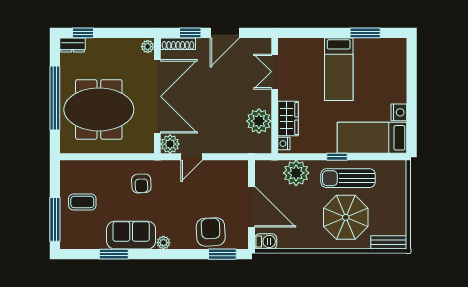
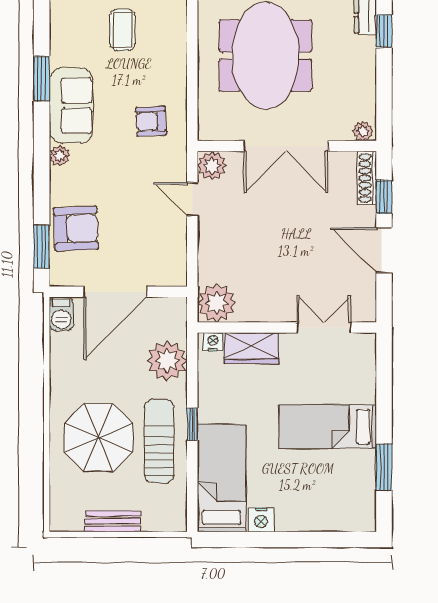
double door: (157, 96) -> (286, 146), width x0.73
plant: (259, 121) -> (217, 303), moved
bench: (389, 242) -> (113, 521), moved, turned 90

